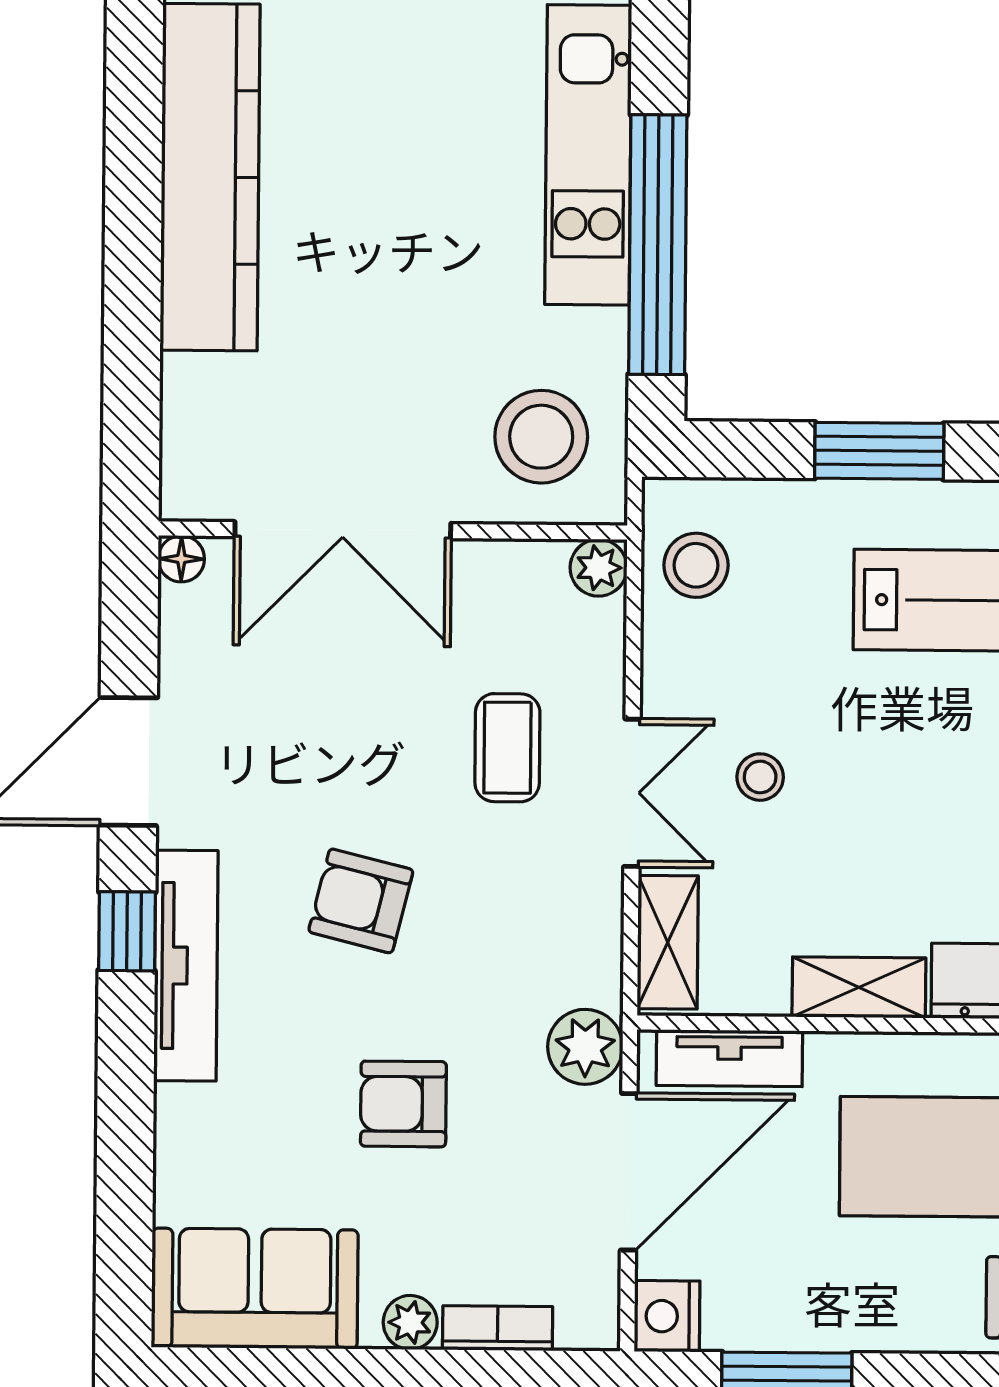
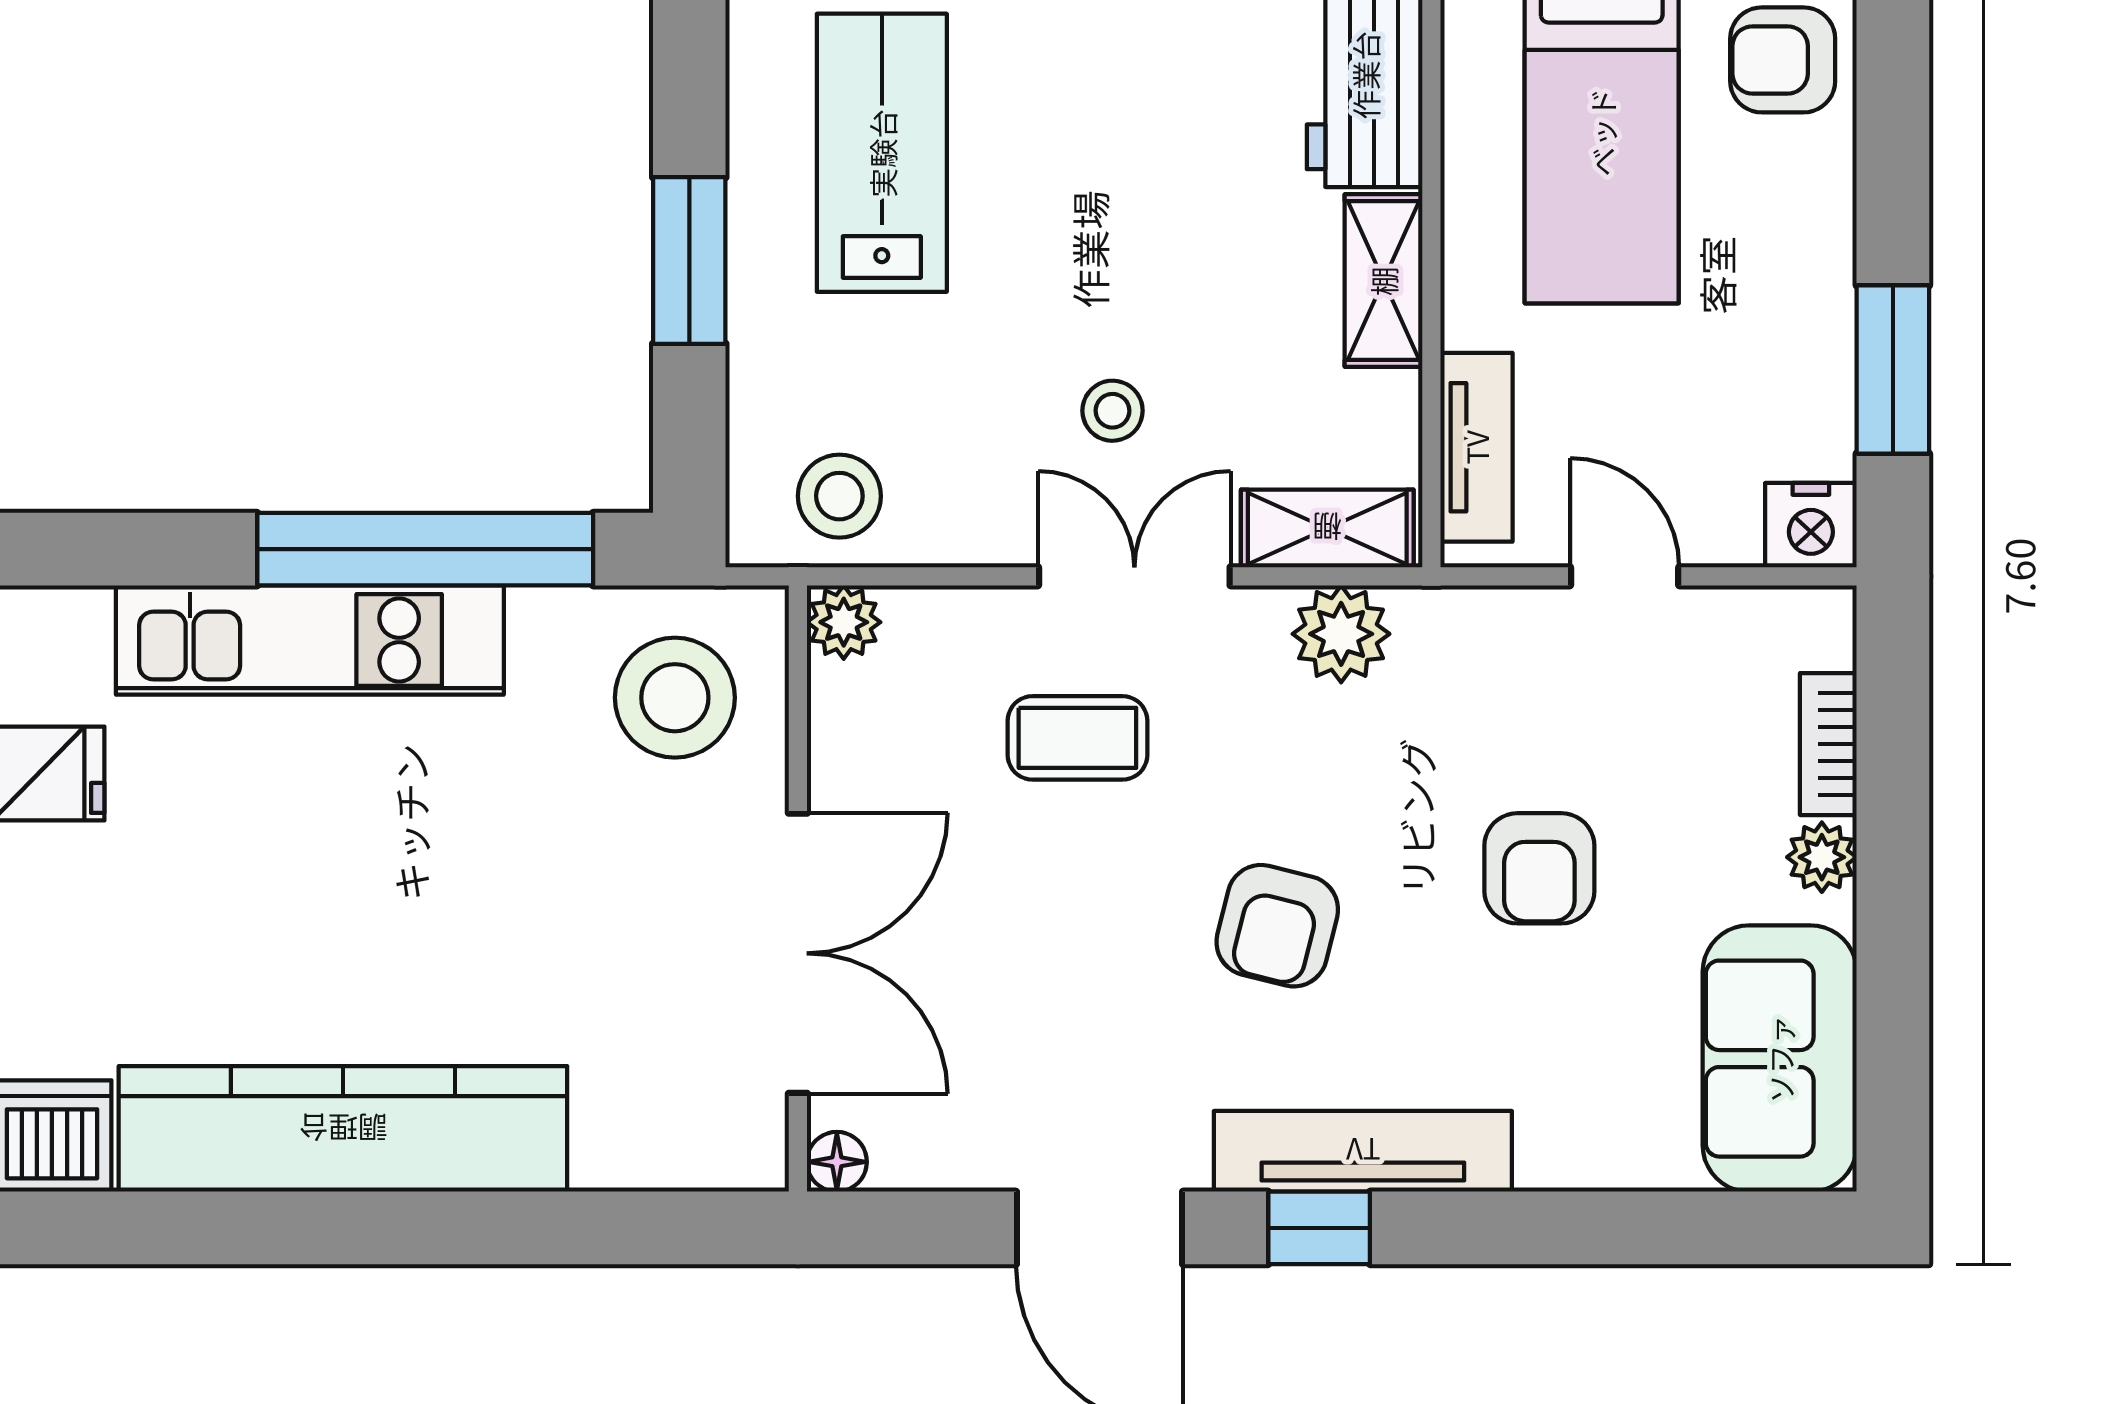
plant: (585, 1047) -> (1341, 634), moved
door: (629, 1172) -> (1625, 576), width x0.53

